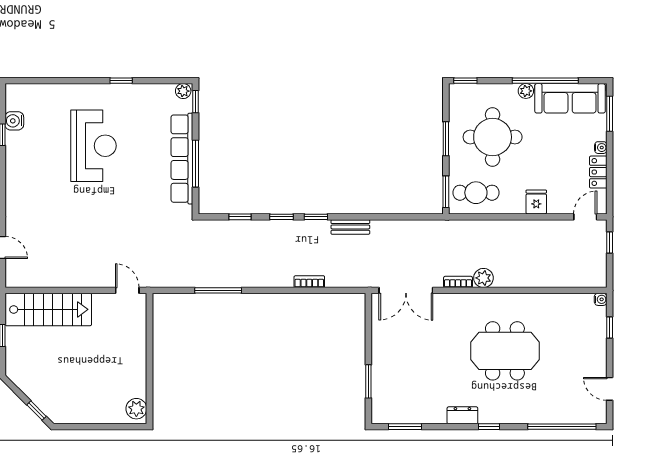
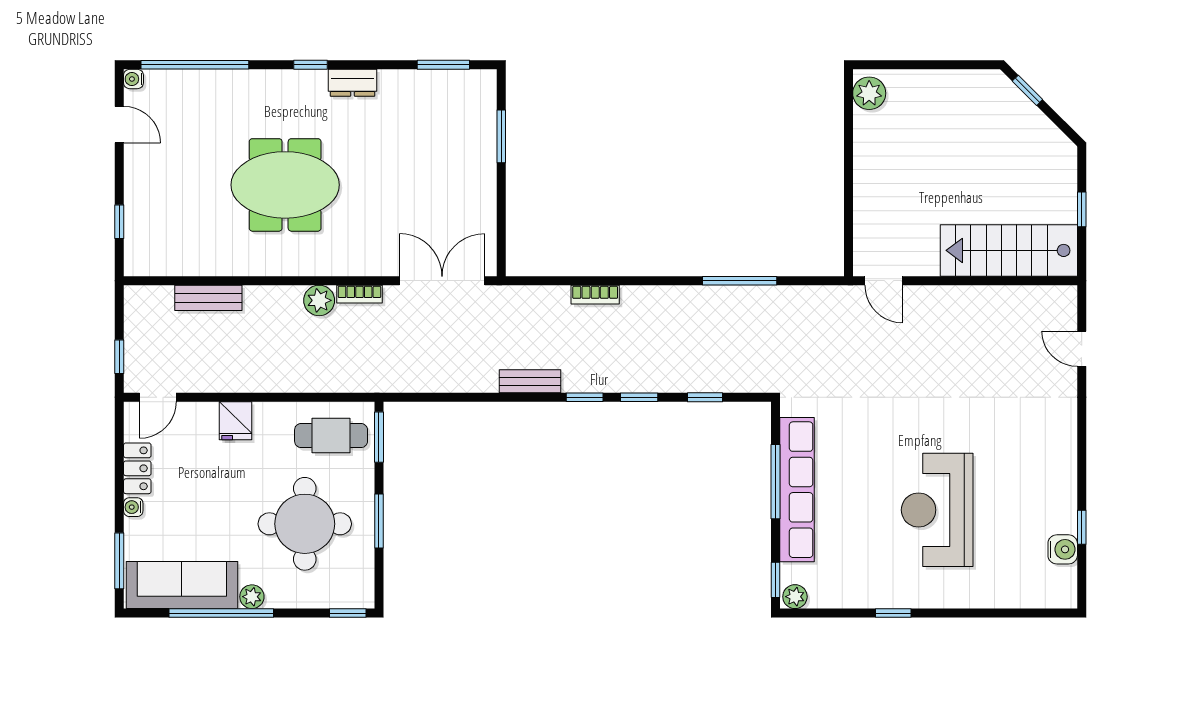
bench: (553, 280) -> (208, 298), added
water cooler: (601, 299) -> (133, 79), moved

